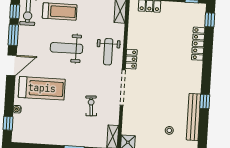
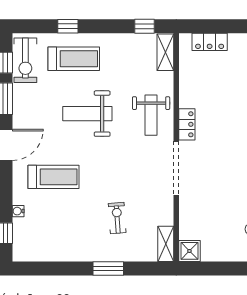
treadmill: (42, 88) -> (53, 177), width x0.73, depth x0.73
exercise bike: (91, 106) -> (117, 218), moved

